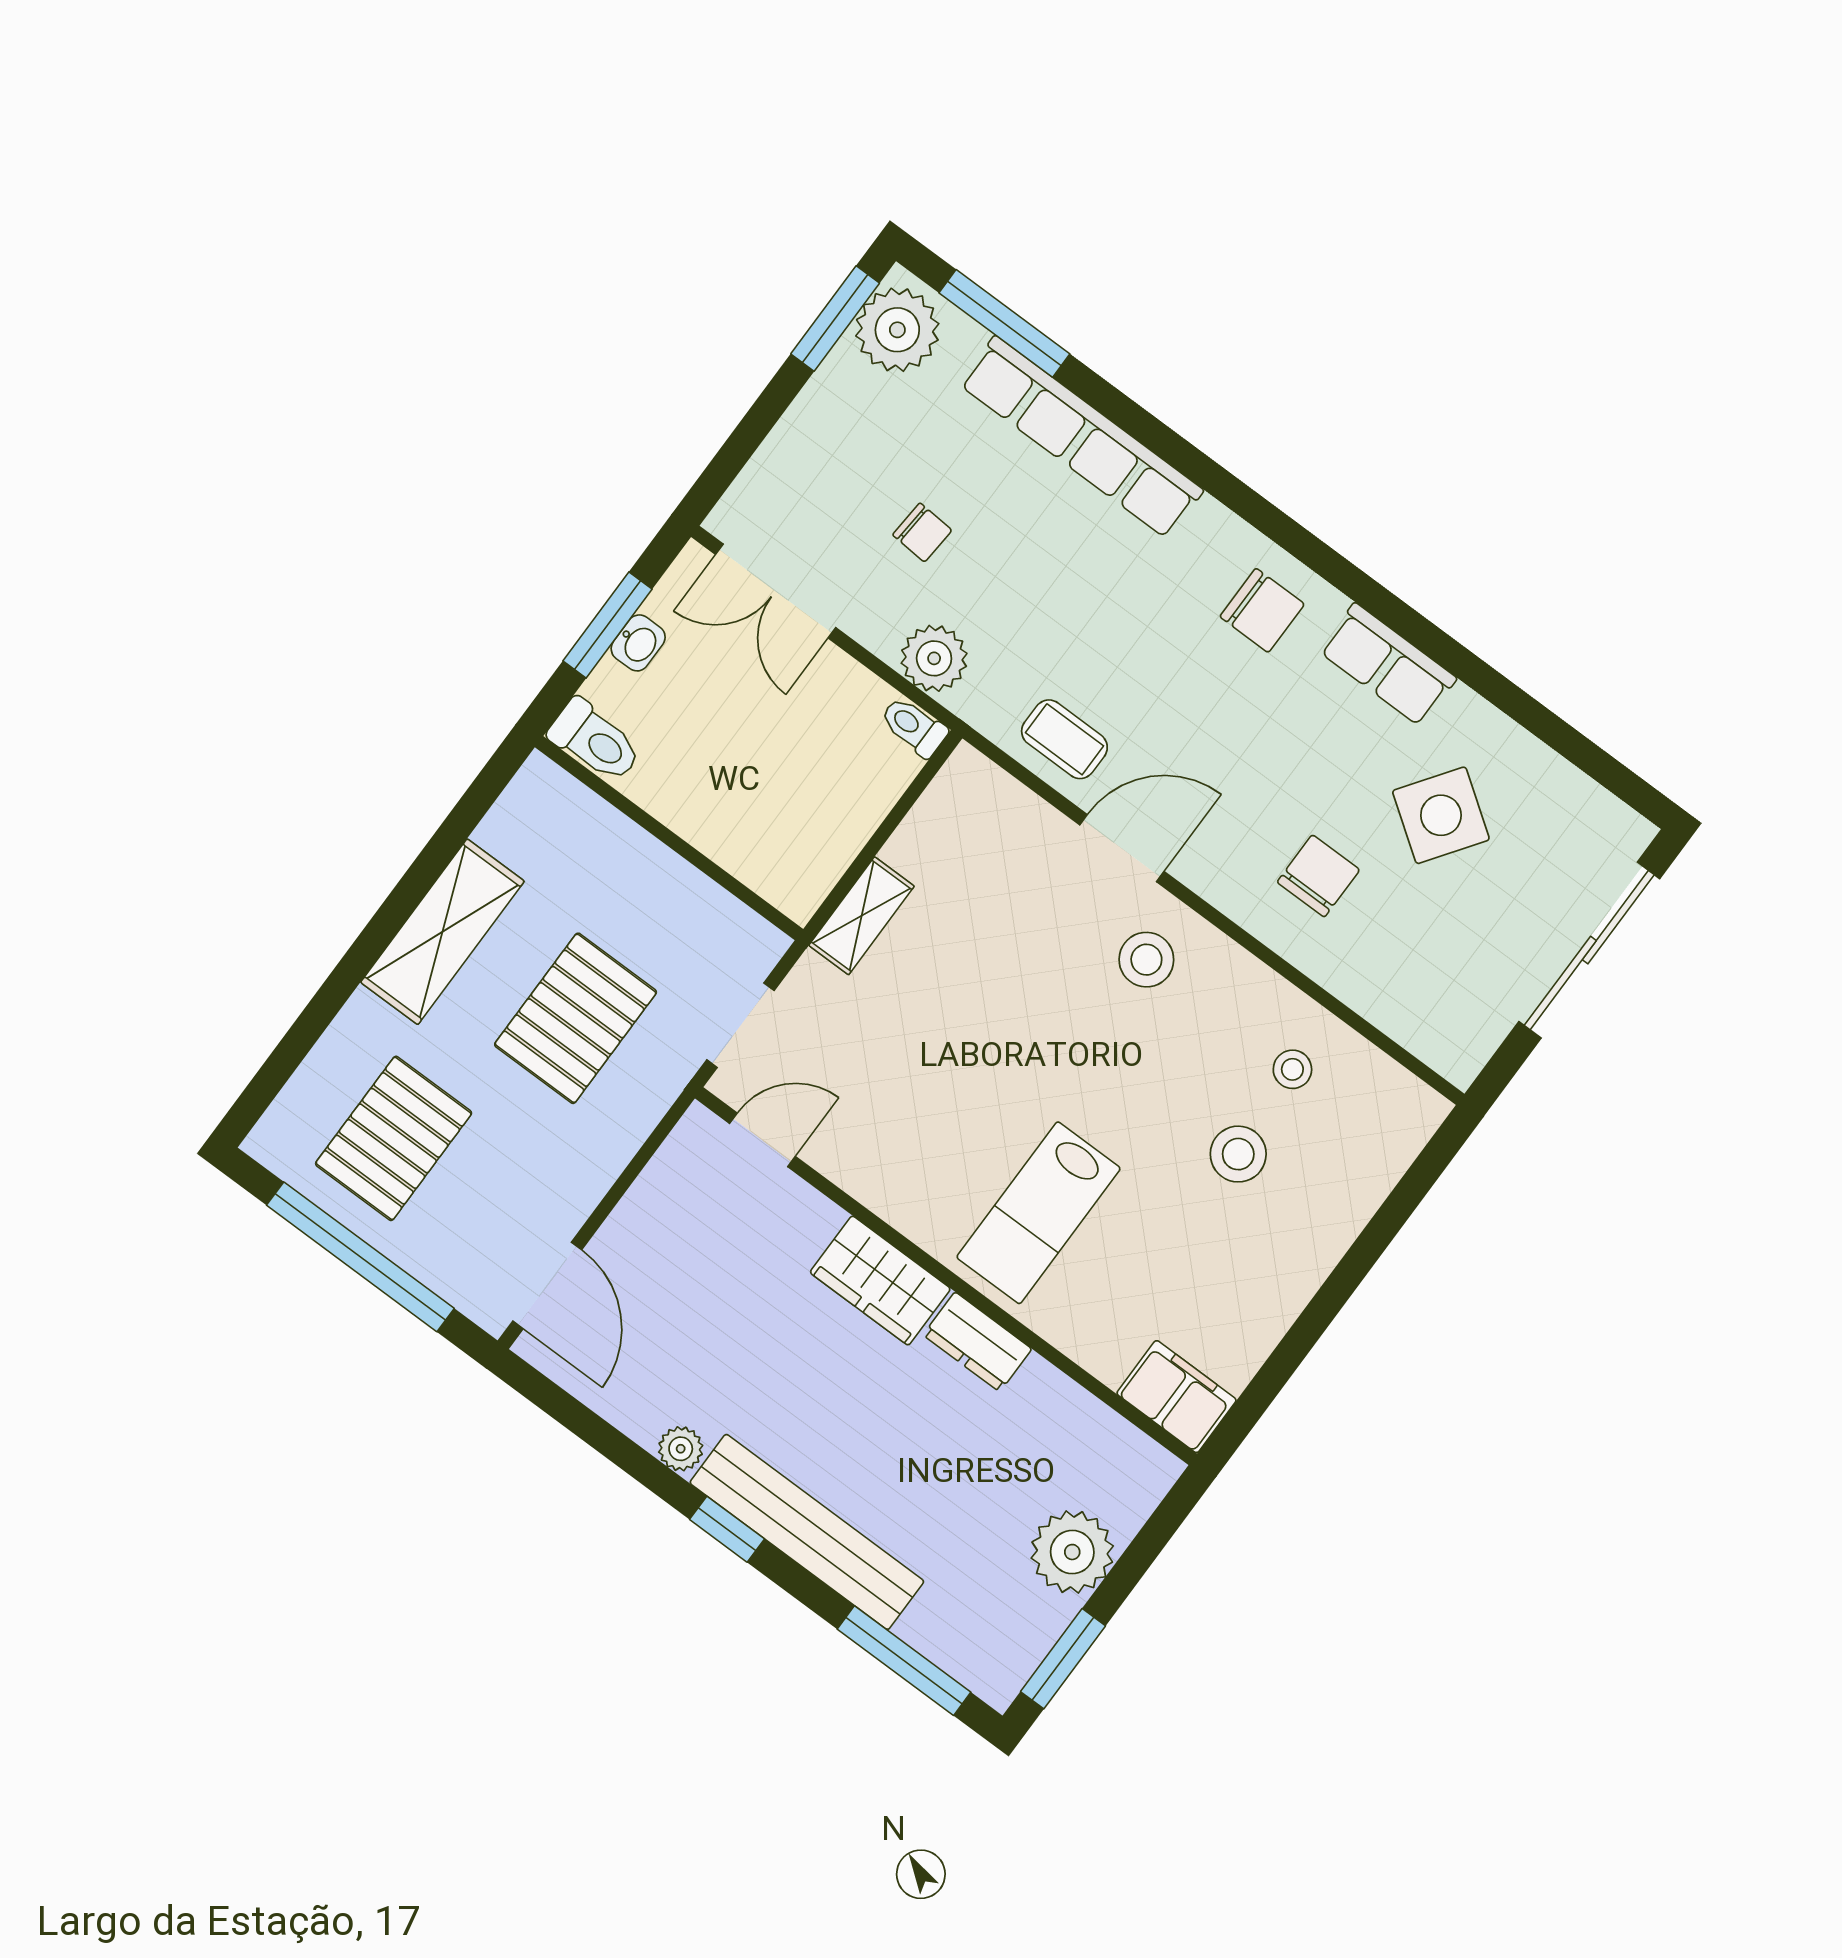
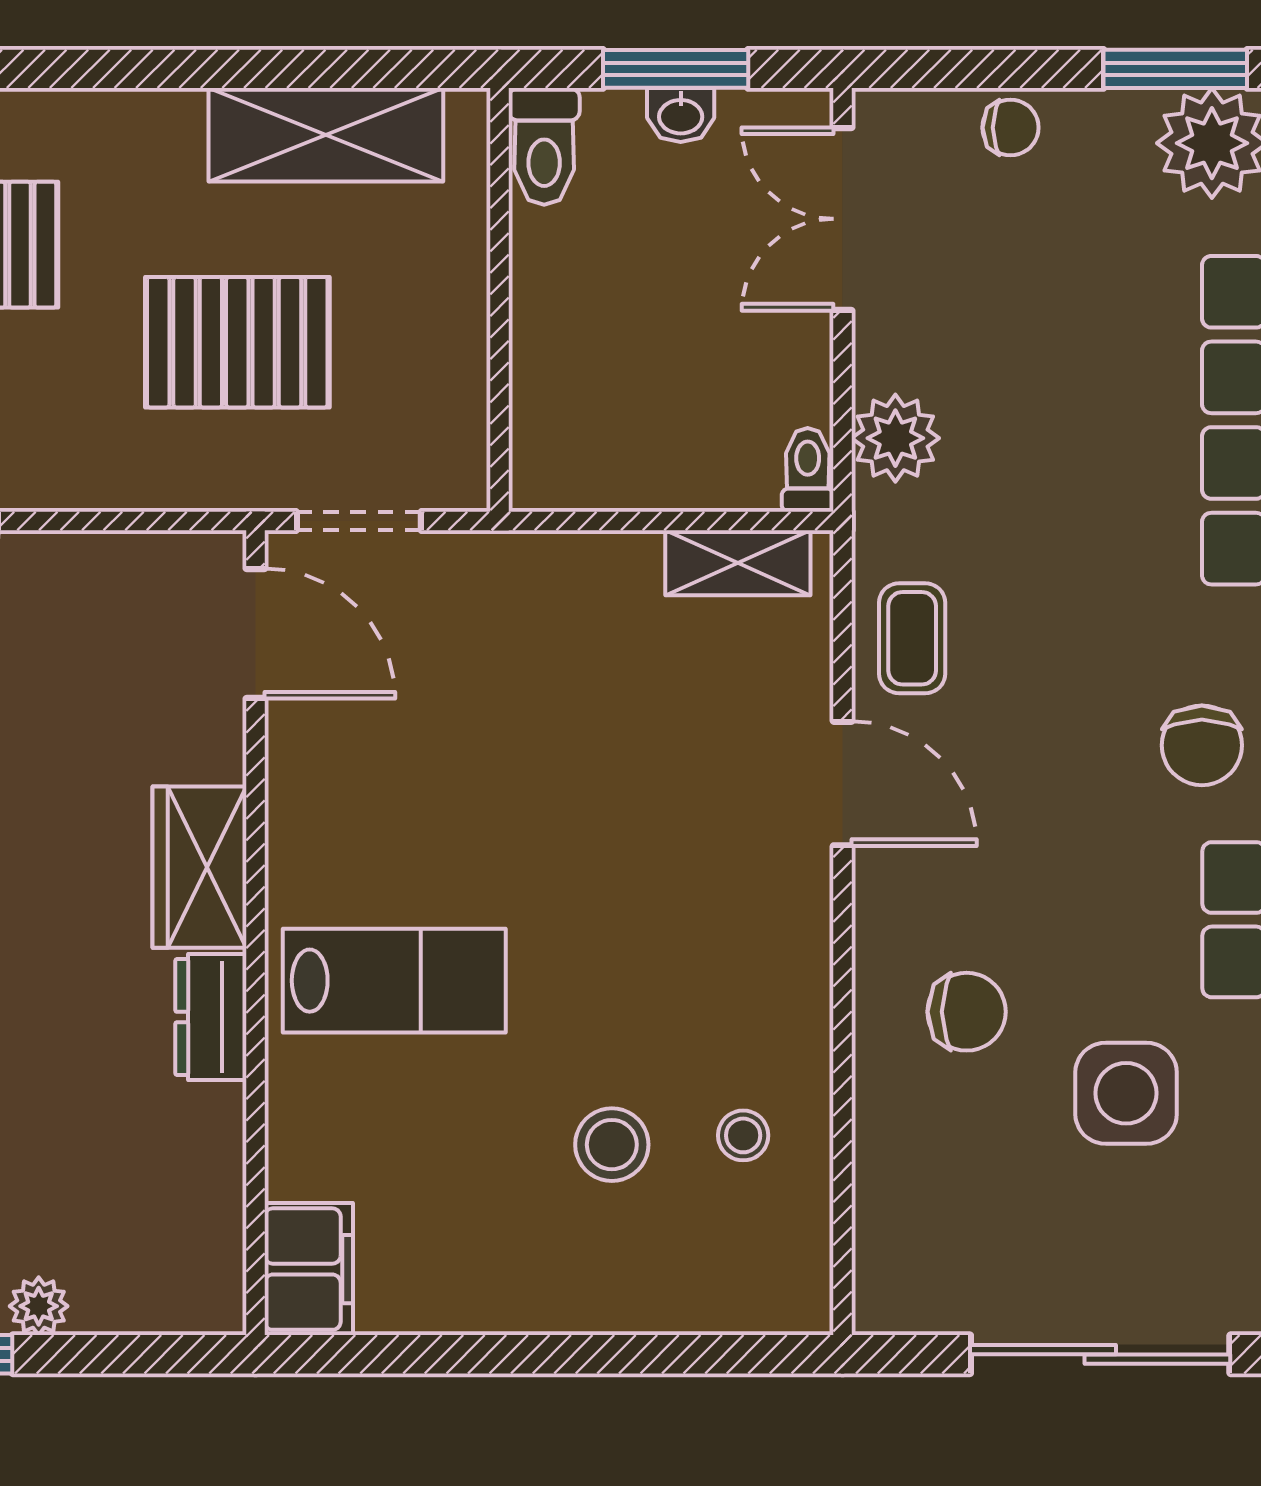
chair: (922, 533) -> (1011, 128), moved, turned -94
side table: (1441, 815) -> (1126, 1093), turned -35
shelving: (862, 916) -> (738, 563), moved
shelving: (442, 932) -> (326, 135), moved
stool: (1146, 960) -> (744, 896), removed
door: (762, 1140) -> (256, 634), width x1.38
lab bench: (1039, 1213) -> (394, 981), turned 180
plant: (1072, 1552) -> (39, 1306), width x0.53, depth x0.53

